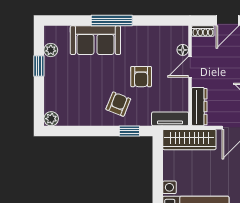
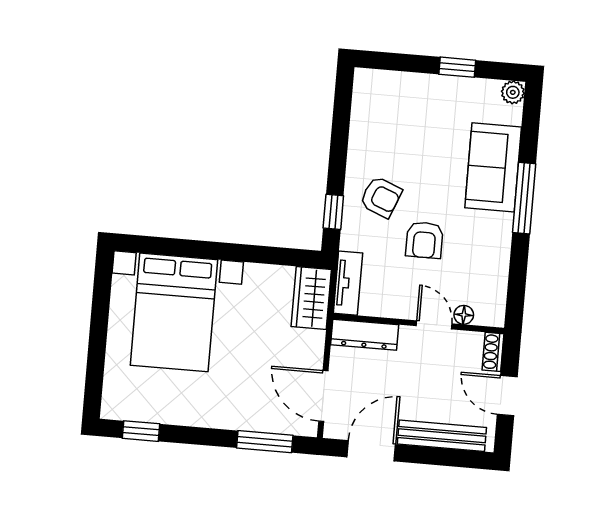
plant: (51, 50) -> (513, 92), moved
armchair: (141, 77) -> (424, 240), turned -90
plant: (51, 119) -> (366, 80), removed
wardrobe: (189, 140) -> (311, 298), width x0.67

